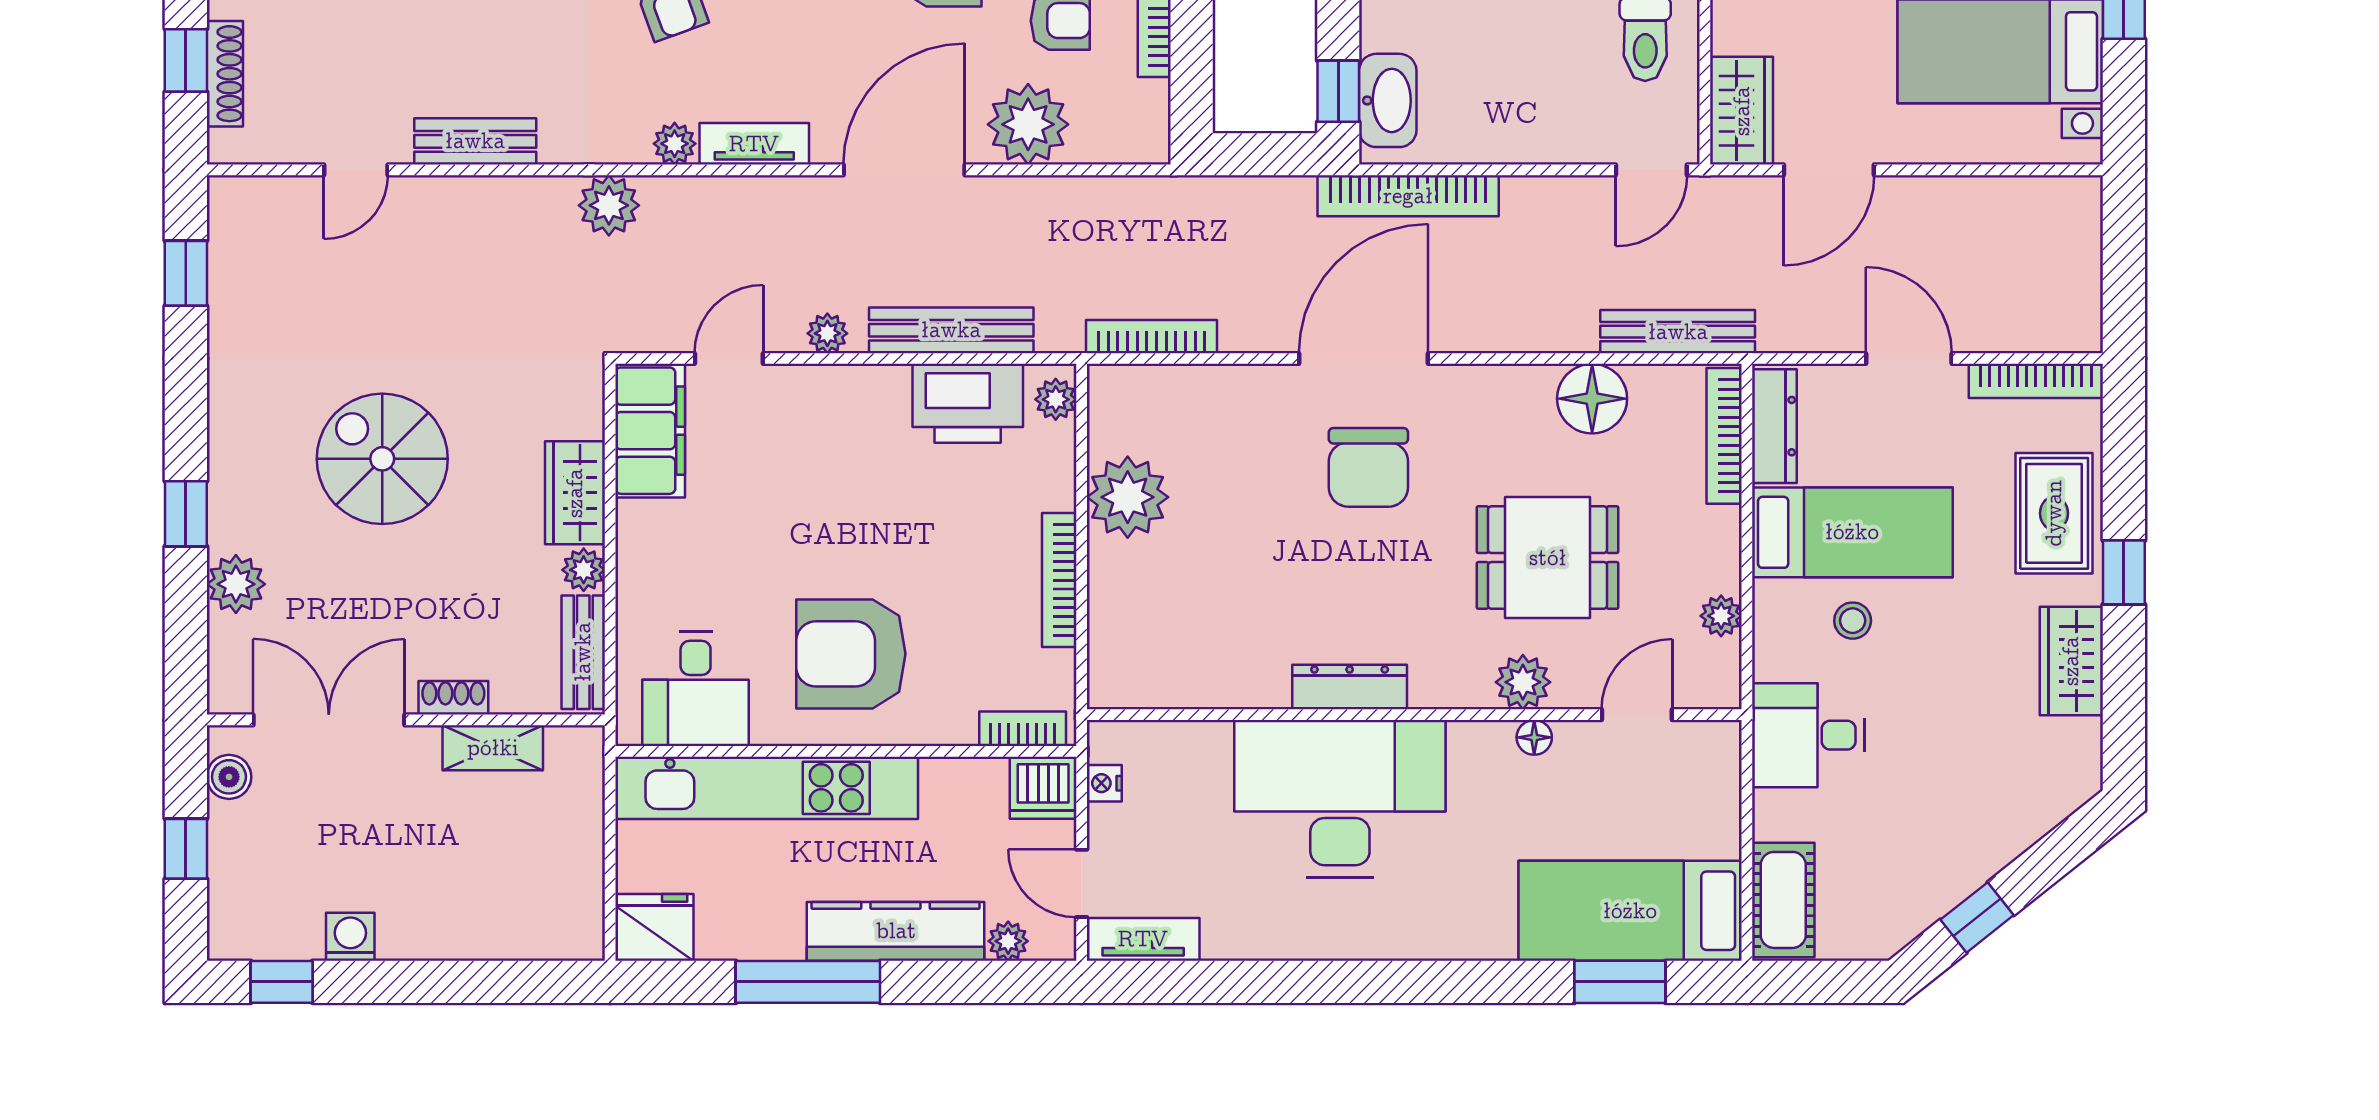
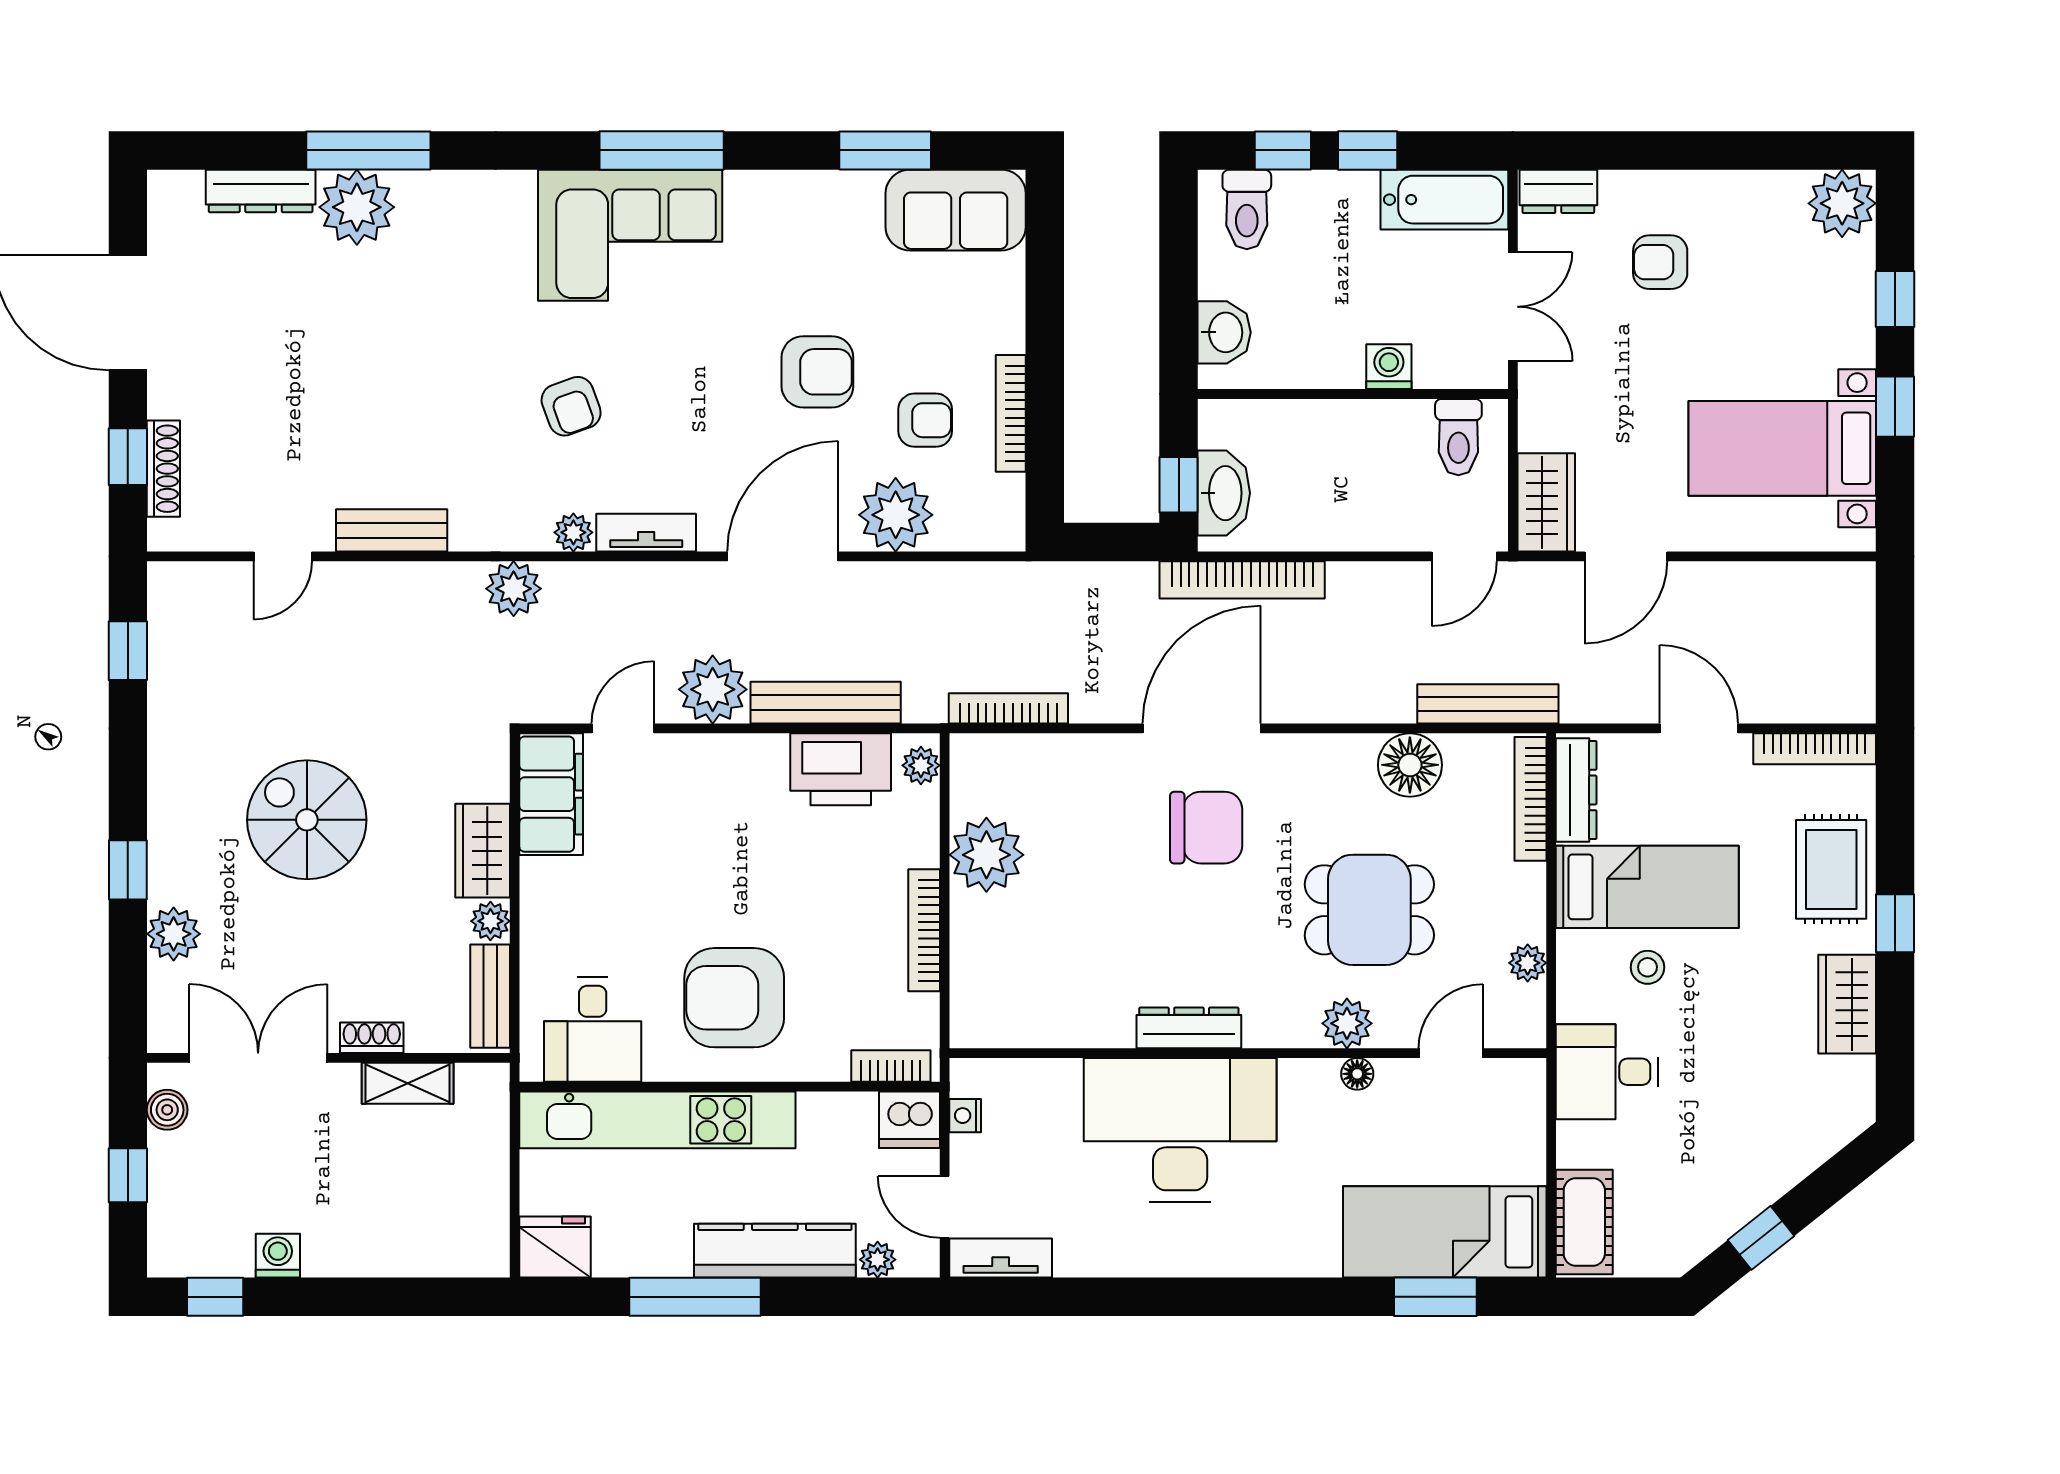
plant: (827, 333) -> (713, 689), width x1.88, depth x1.88
chair: (1368, 467) -> (1206, 828), turned -90

